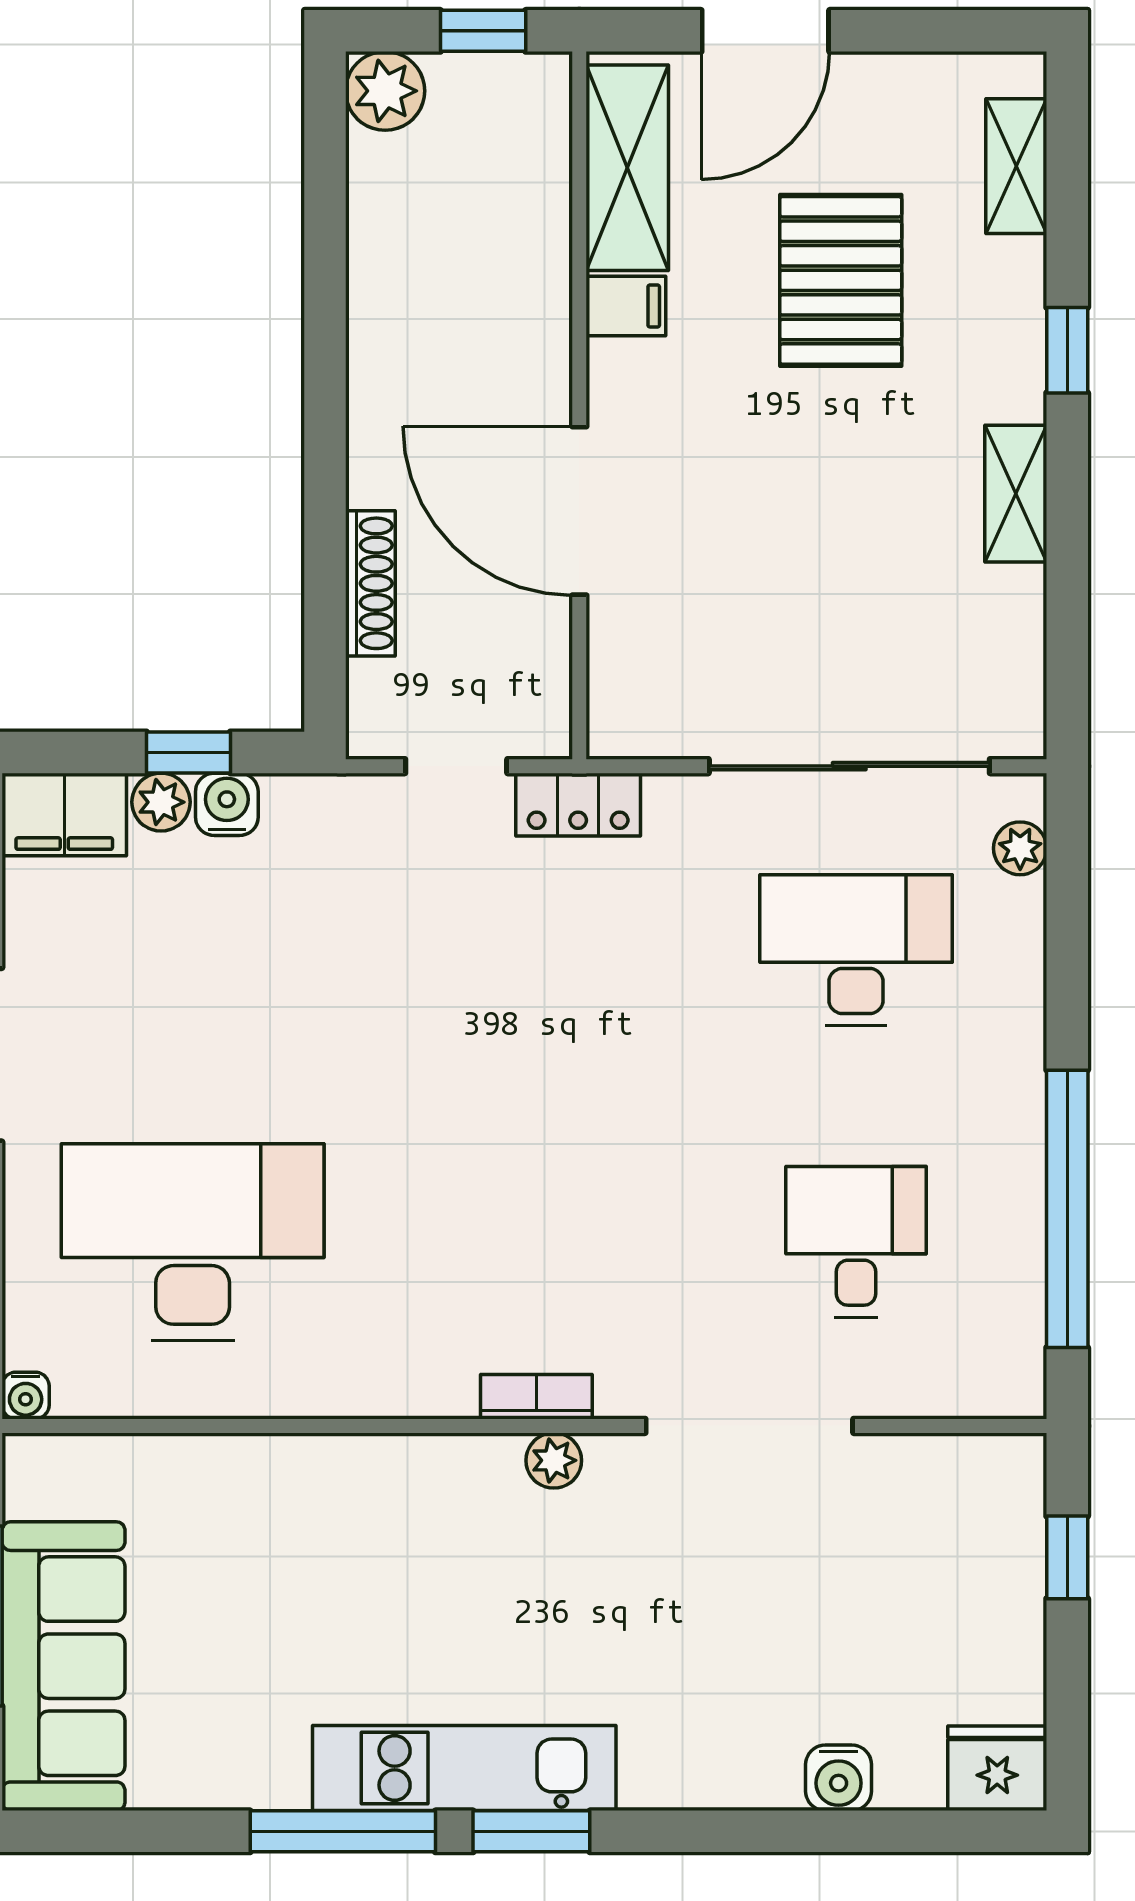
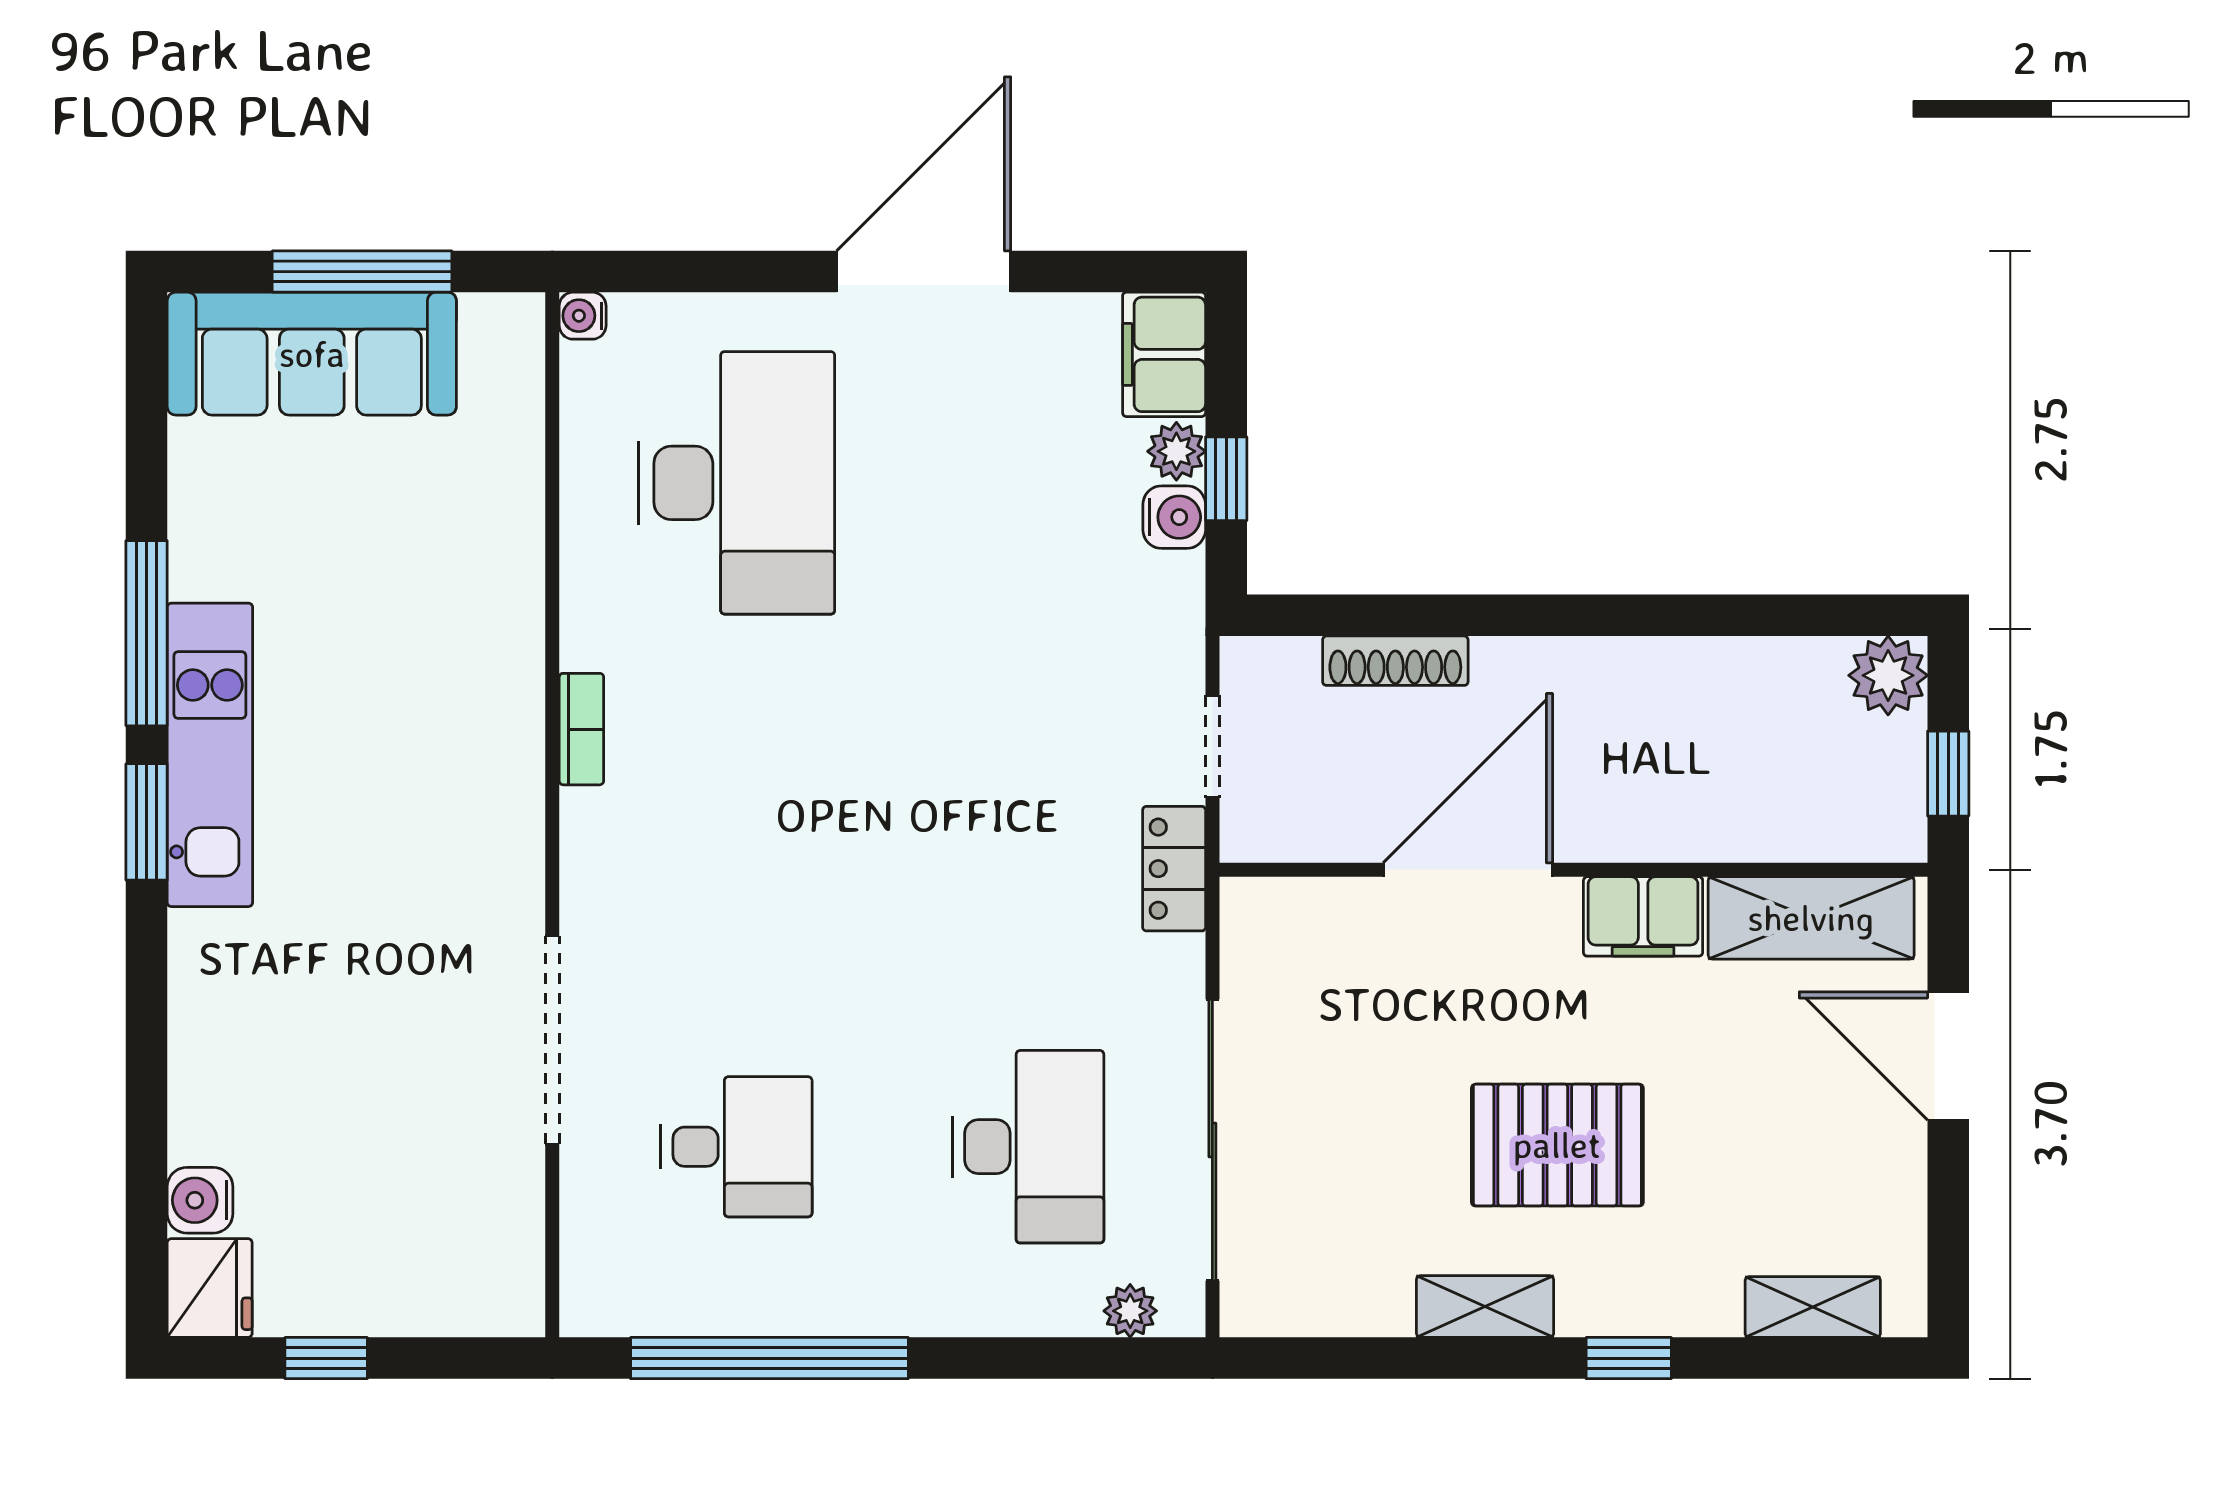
pallet: (841, 280) -> (1557, 1145), moved
filing cabinet: (626, 306) -> (1643, 916), width x2.00
bookcase: (536, 1397) -> (581, 729), moved
plant: (554, 1460) -> (518, 844), removed
window: (1067, 1557) -> (326, 1358), moved
water cooler: (839, 1778) -> (200, 1200), moved

